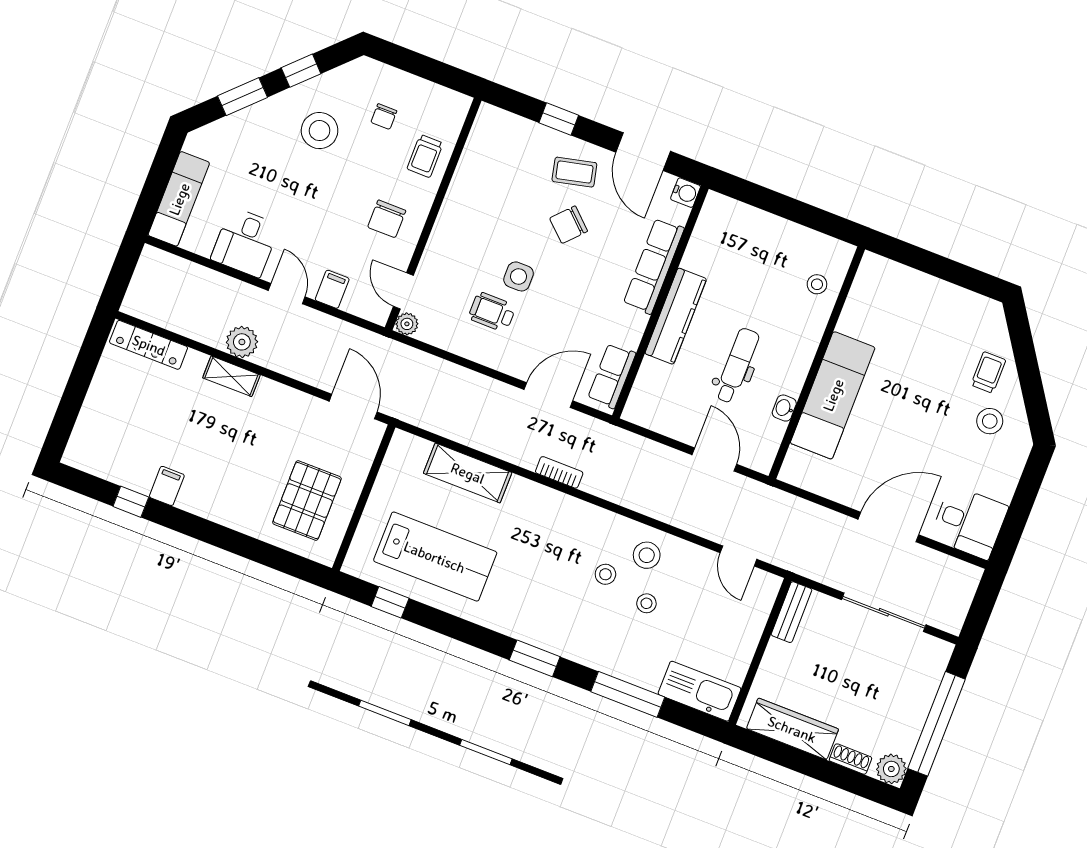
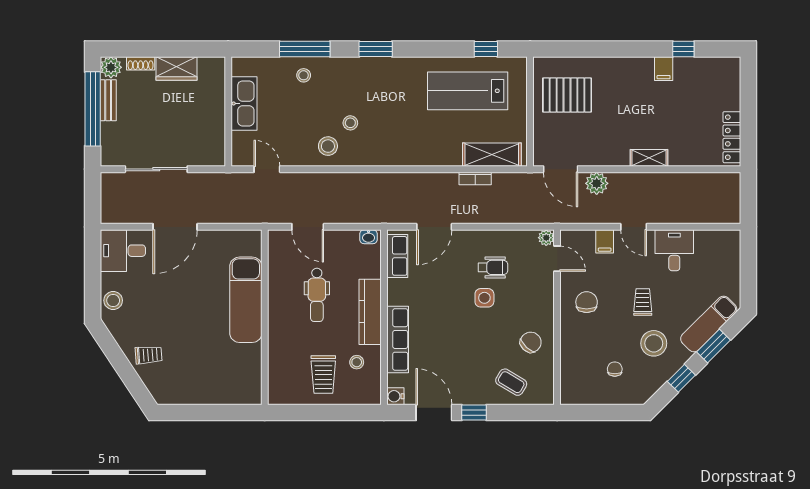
window: (559, 119) -> (474, 412), moved
trolley: (425, 156) -> (643, 302), moved
coffee table: (574, 172) -> (511, 382), moved, turned 44
exam couch: (179, 199) -> (709, 324), moved, turned 45
chair: (569, 225) -> (531, 342), moved
trolley: (769, 258) -> (323, 374), added
stool: (817, 284) -> (357, 362), moved
plant: (242, 342) -> (597, 183), moved
locker: (149, 345) -> (732, 137), moved, turned -90
trolley: (988, 372) -> (149, 355), turned -94
washbasin: (784, 408) -> (369, 237), moved, turned 90
stool: (990, 421) -> (113, 300), moved
bookcase: (559, 472) -> (475, 178), moved
shelving: (468, 473) -> (492, 155), moved
pallet: (307, 501) -> (567, 95), turned 90
stool: (646, 603) -> (304, 75), moved
bench: (791, 612) -> (108, 100), moved
kitchen sink: (700, 691) -> (244, 103), moved, turned -90
wardrobe: (792, 729) -> (176, 69), width x0.67

